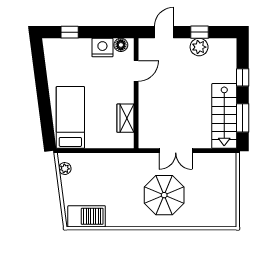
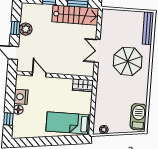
floor lamp: (121, 45) -> (18, 110), moved
wardrobe: (125, 118) -> (83, 85), moved
double door: (176, 151) -> (97, 51), swing flipped
bench: (213, 221) -> (148, 28), added

